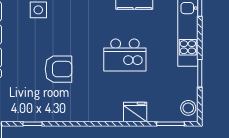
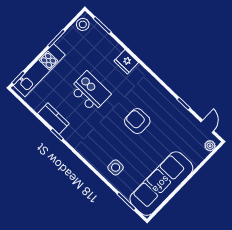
fridge: (135, 112) -> (126, 62), moved

